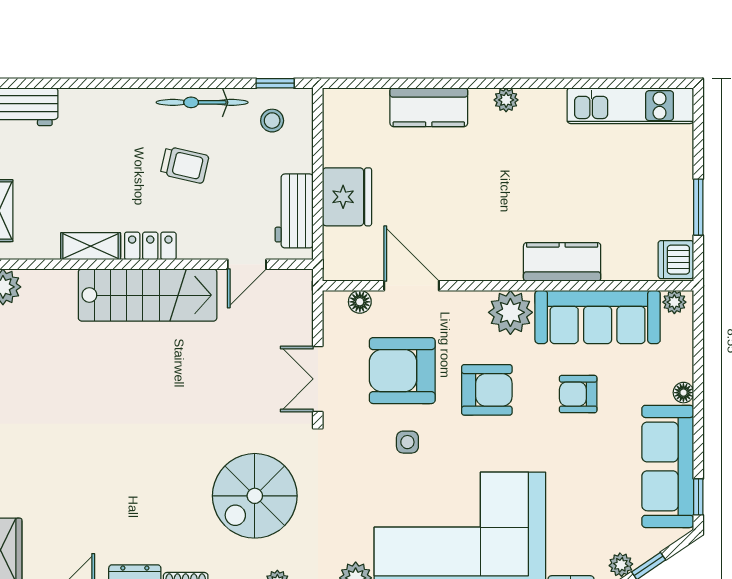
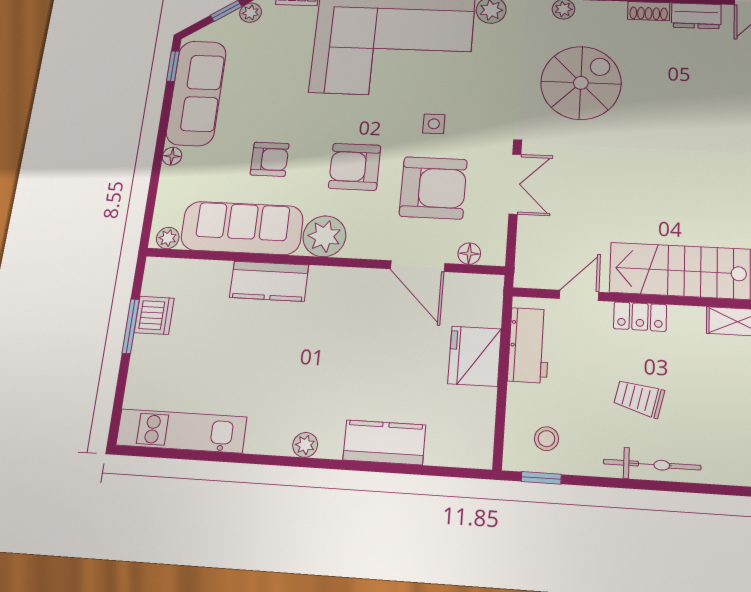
bicycle: (202, 102) -> (652, 465), moved
locker: (150, 246) -> (640, 317), moved
dishwasher: (676, 260) -> (154, 315), moved

